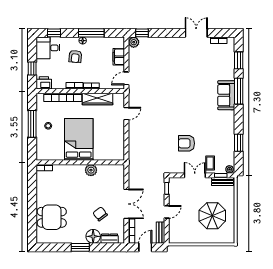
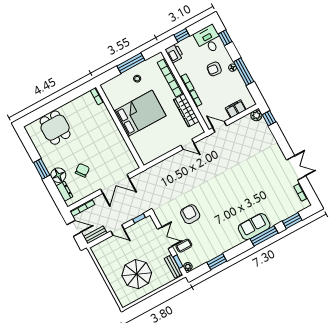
plant: (91, 170) -> (118, 140), removed
double door: (126, 204) -> (115, 184), moved

